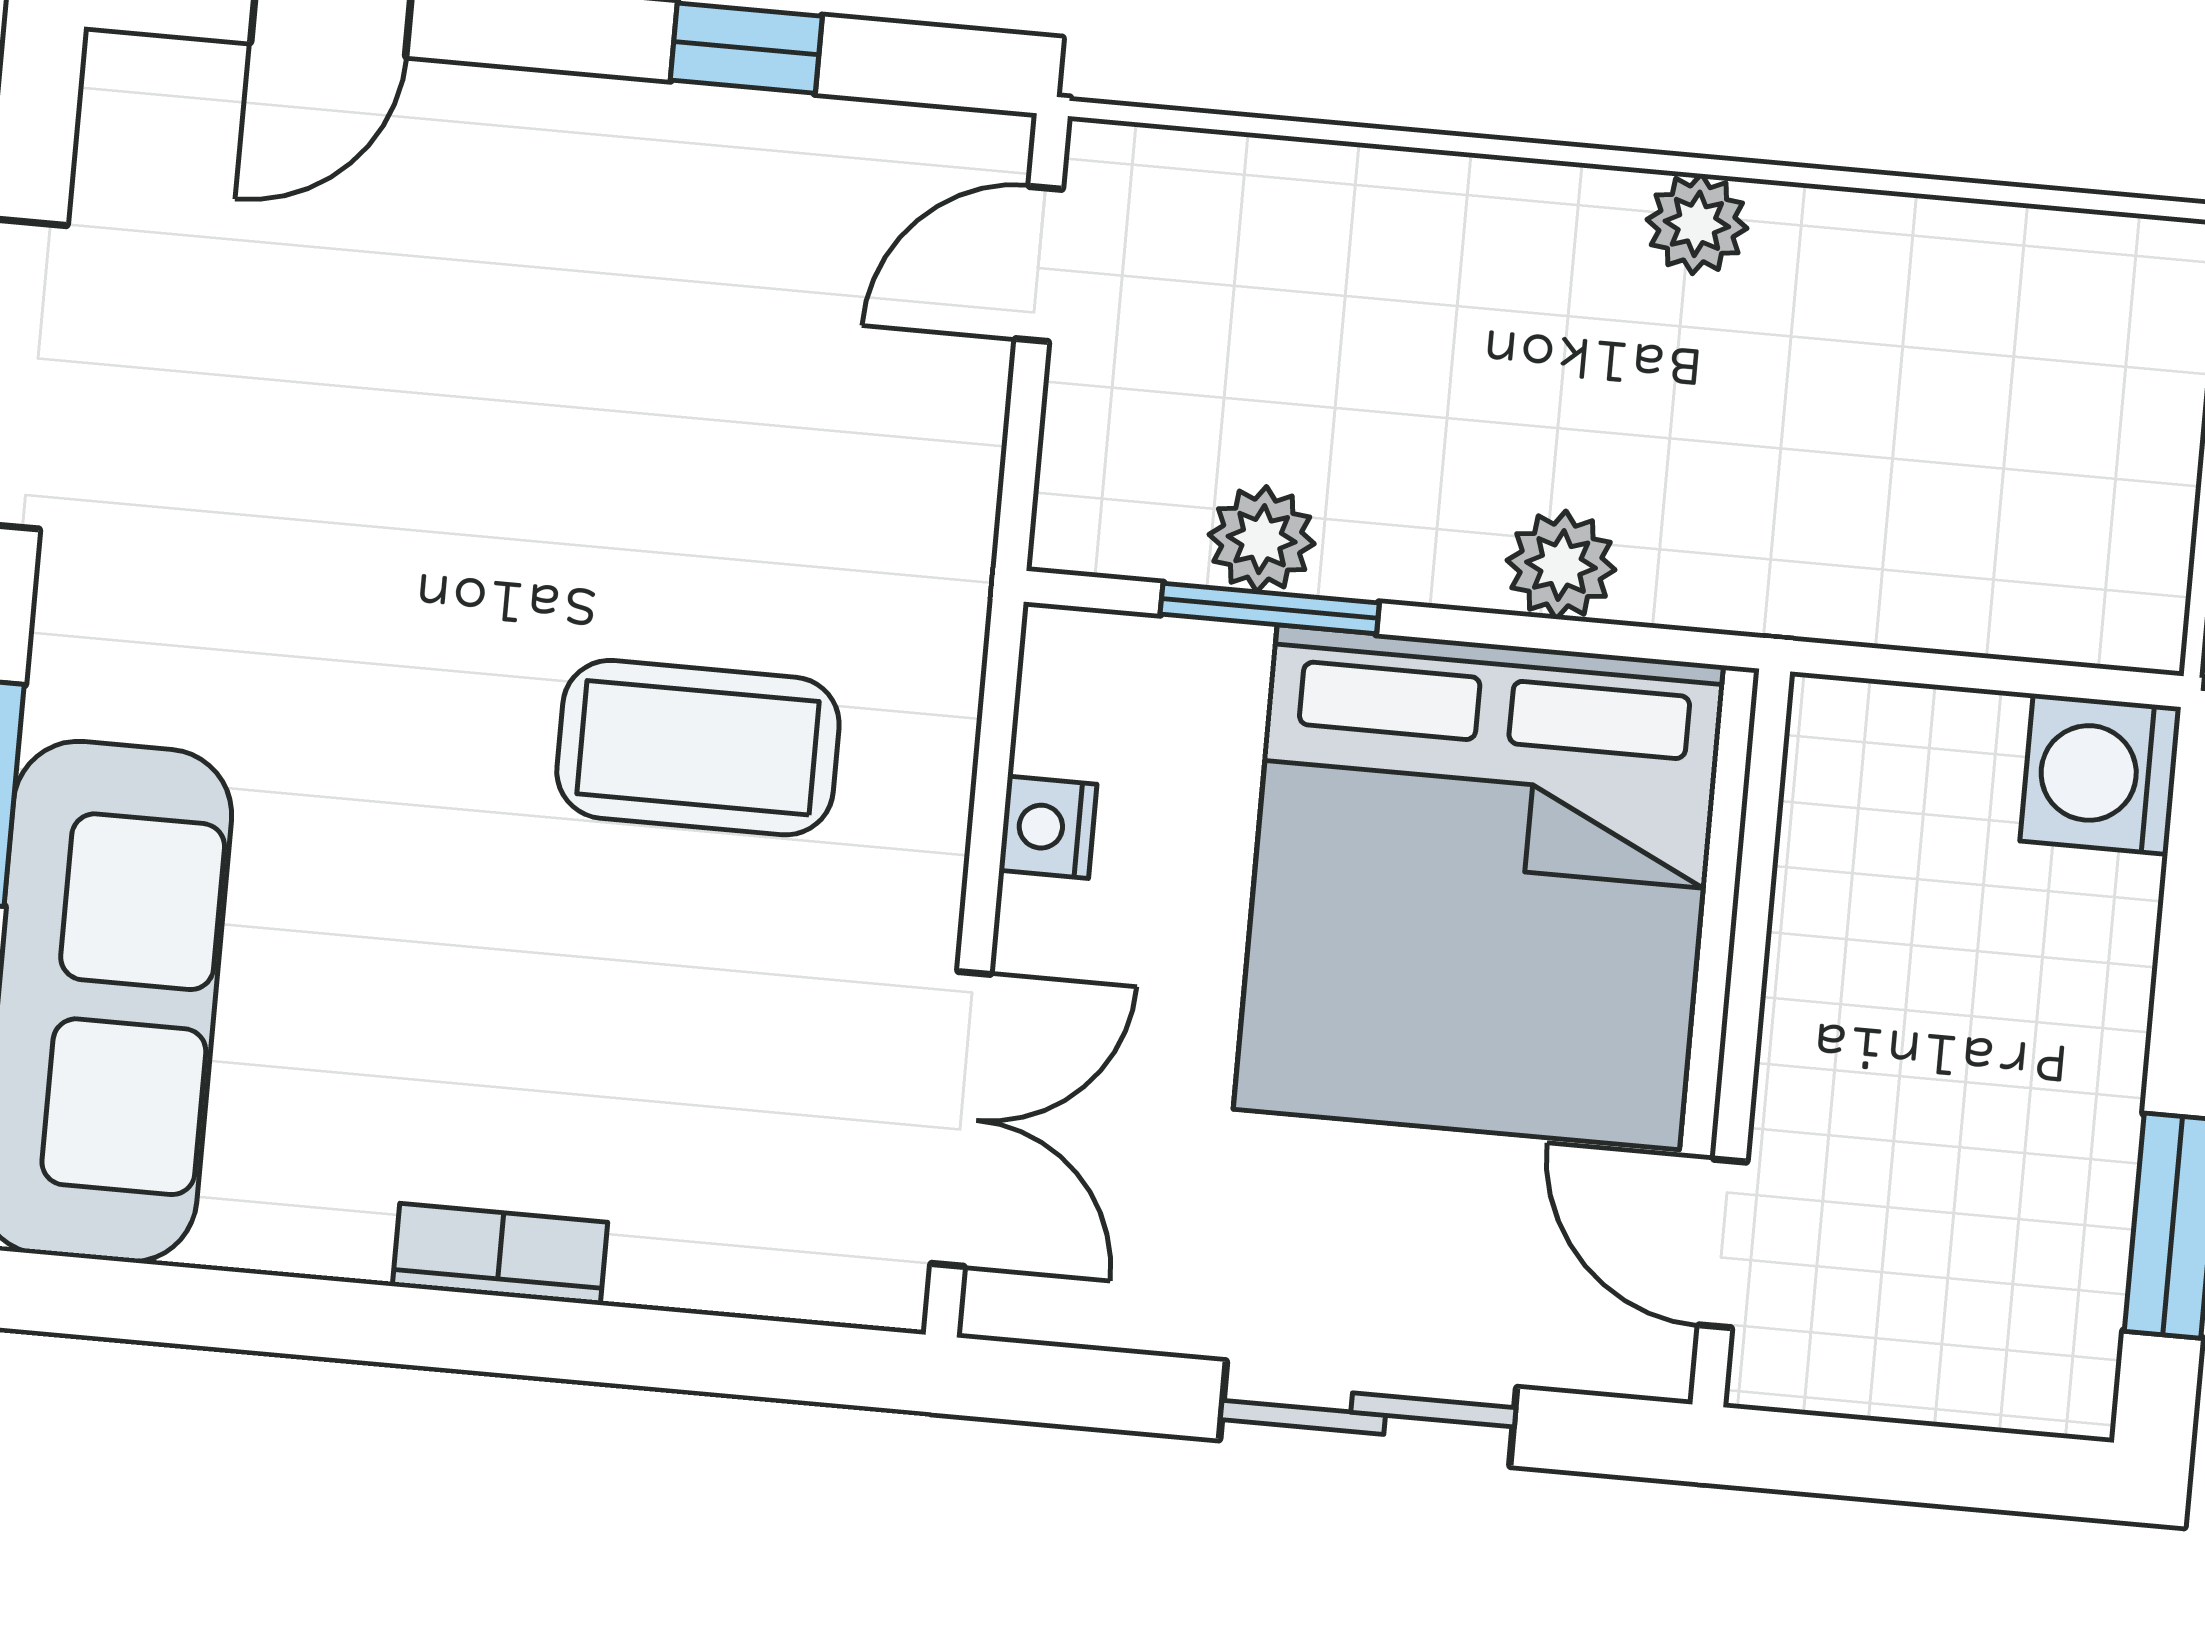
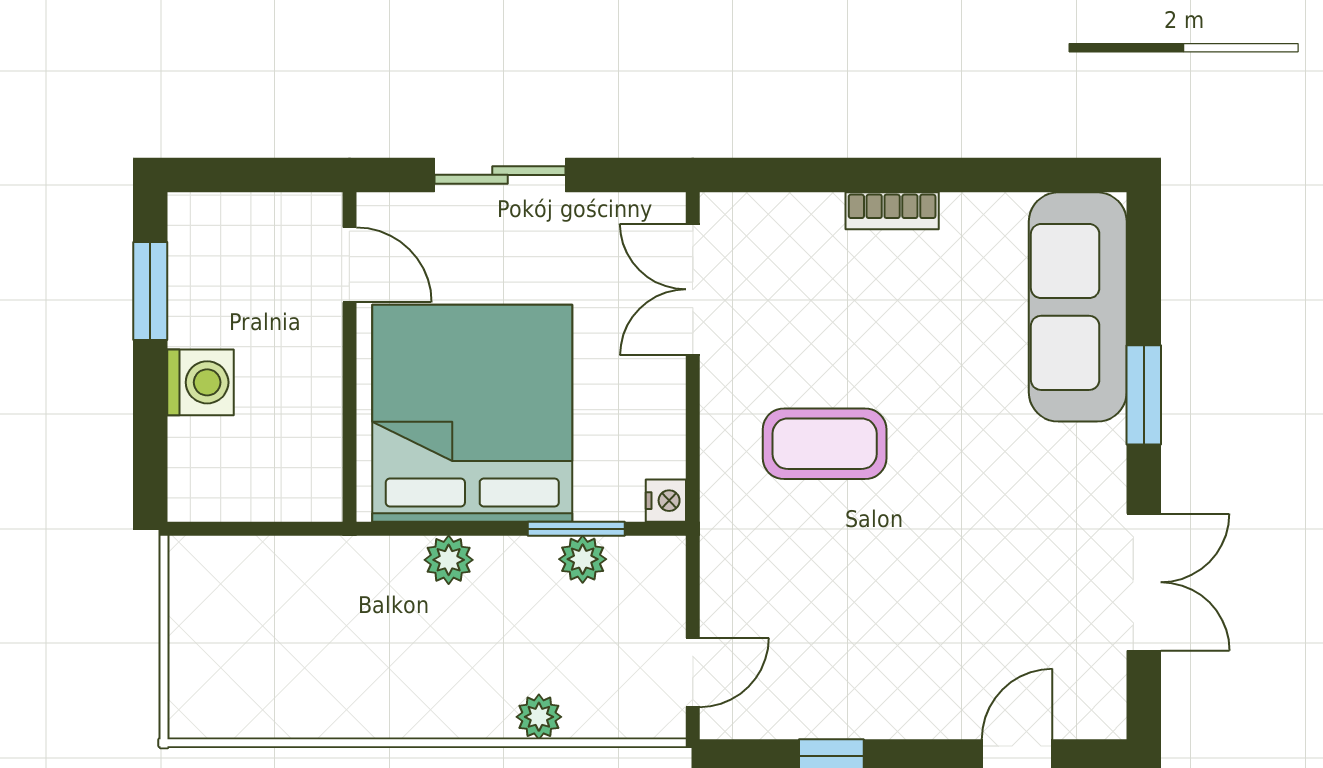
plant: (1697, 224) -> (539, 717), moved
washing machine: (2100, 774) -> (200, 382), moved
nightstand: (1048, 827) -> (666, 501), moved

